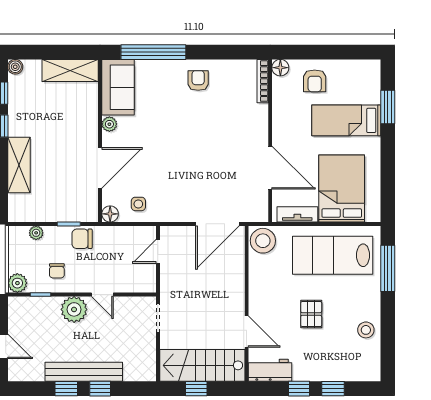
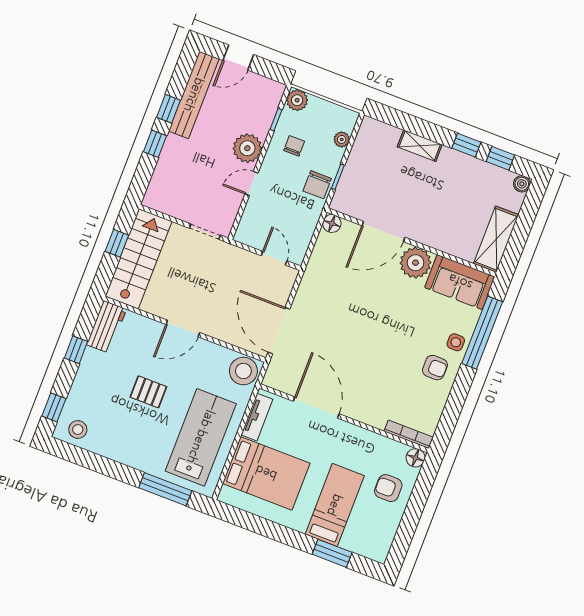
plant: (109, 124) -> (415, 263), width x1.88, depth x1.88
shelving: (19, 165) -> (420, 146), width x0.67, depth x0.75
door: (100, 168) -> (383, 231), hinge flipped
door: (270, 168) -> (316, 408), swing flipped
side table: (138, 204) -> (456, 342), moved
chair: (82, 239) -> (317, 185), turned 180
chair: (57, 271) -> (294, 146), turned 90
stool: (366, 330) -> (78, 430), moved
door: (247, 332) -> (183, 328), moved
bench: (84, 372) -> (194, 95), moved
window: (333, 389) -> (54, 407), moved

